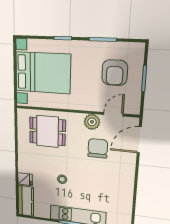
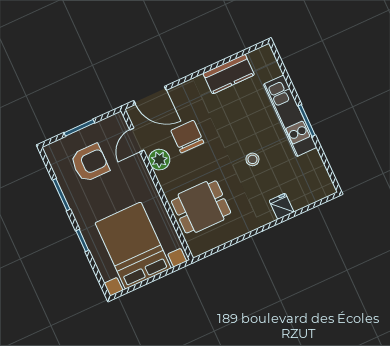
door: (113, 114) -> (137, 140), hinge flipped
dining table: (47, 131) -> (201, 207), turned 90
chair: (98, 148) -> (187, 137), turned 90
kitchen counter: (26, 201) -> (229, 74), moved, turned 180

